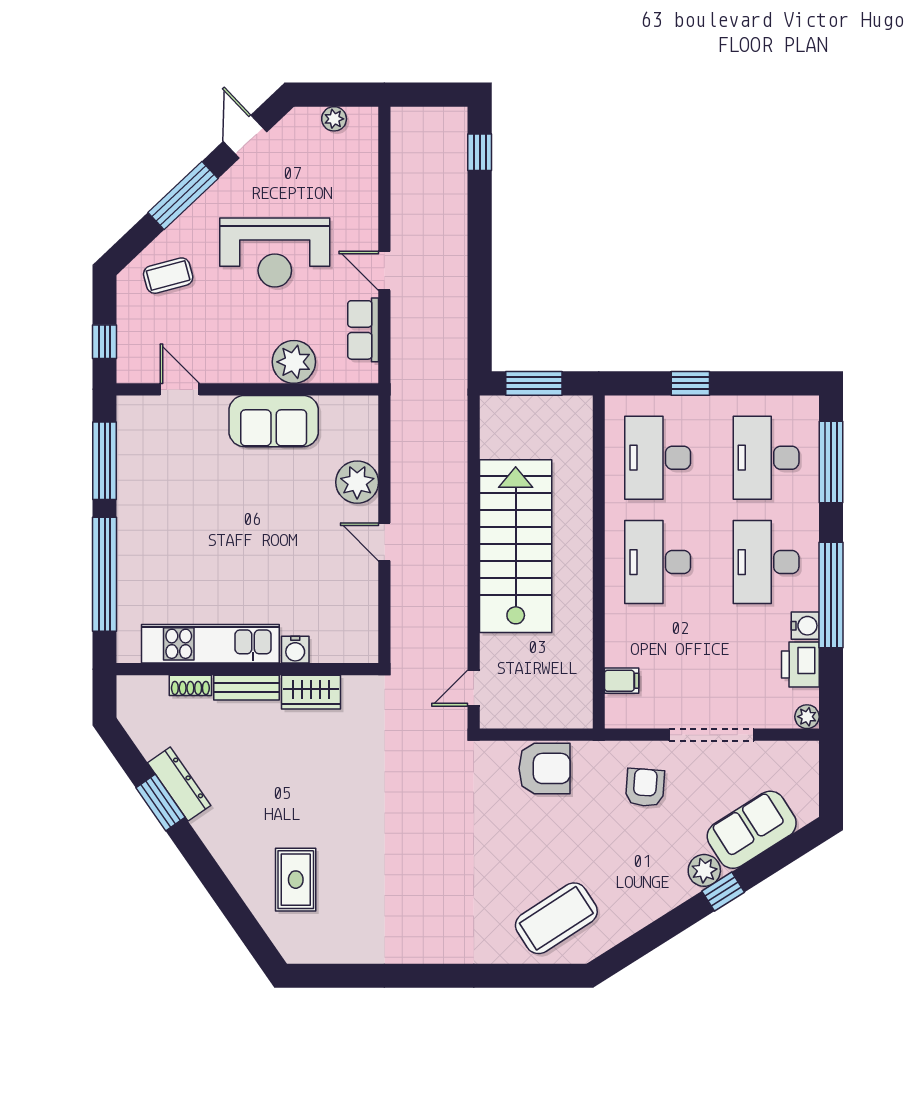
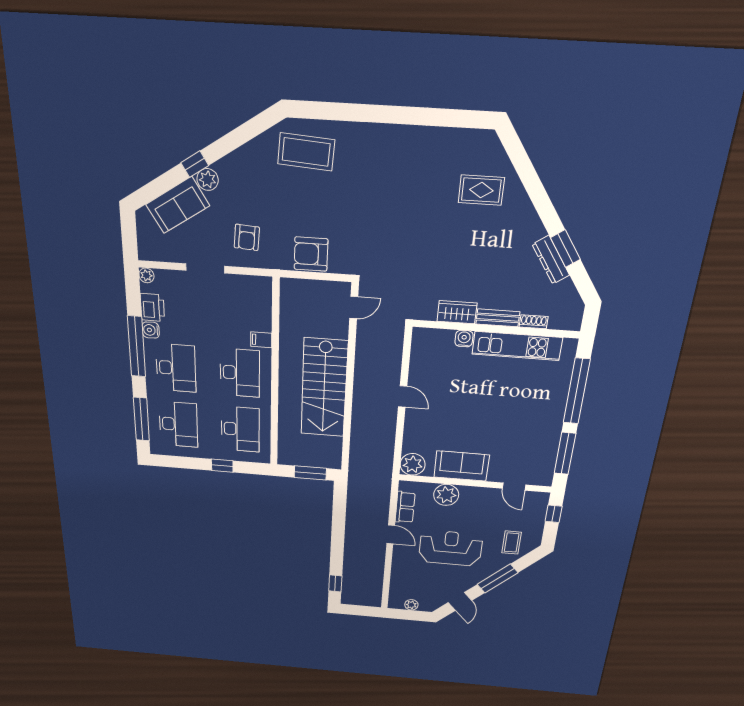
coffee table: (168, 276) -> (512, 542), turned -75
plant: (357, 482) -> (413, 464), moved
filing cabinet: (622, 681) -> (261, 340), moved
doorway: (712, 735) -> (205, 268), width x0.73
rug: (296, 880) -> (481, 190), turned 90
coffee table: (556, 918) -> (306, 152), turned 37

